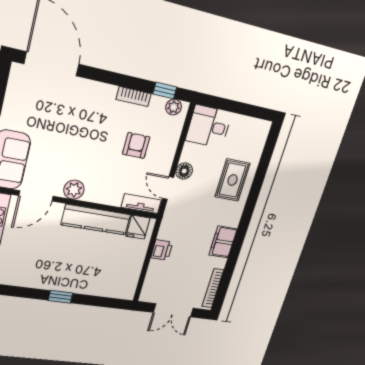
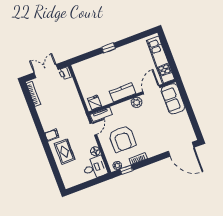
armchair: (136, 145) -> (122, 139), width x1.88, depth x1.88
floor lamp: (184, 171) -> (95, 151), moved
door: (168, 188) -> (93, 129), hinge flipped
kitchen counter: (96, 220) -> (123, 92), width x0.67
filing cabinet: (223, 242) -> (52, 135), moved, width x0.50
printer: (162, 250) -> (65, 73), moved

